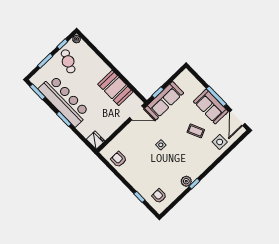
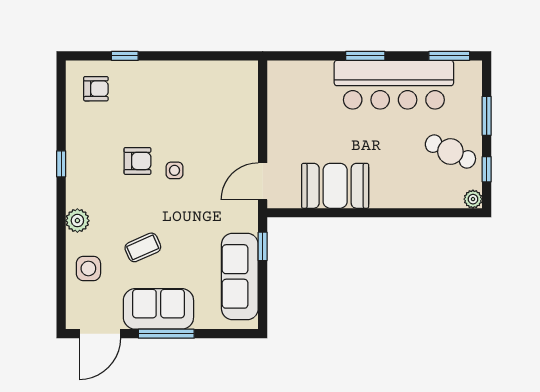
sofa: (164, 101) -> (240, 276), moved
door: (237, 118) -> (100, 334), swing flipped
fridge: (96, 140) -> (283, 74), removed
armchair: (119, 159) -> (137, 161), moved
plant: (186, 181) -> (77, 221), moved

